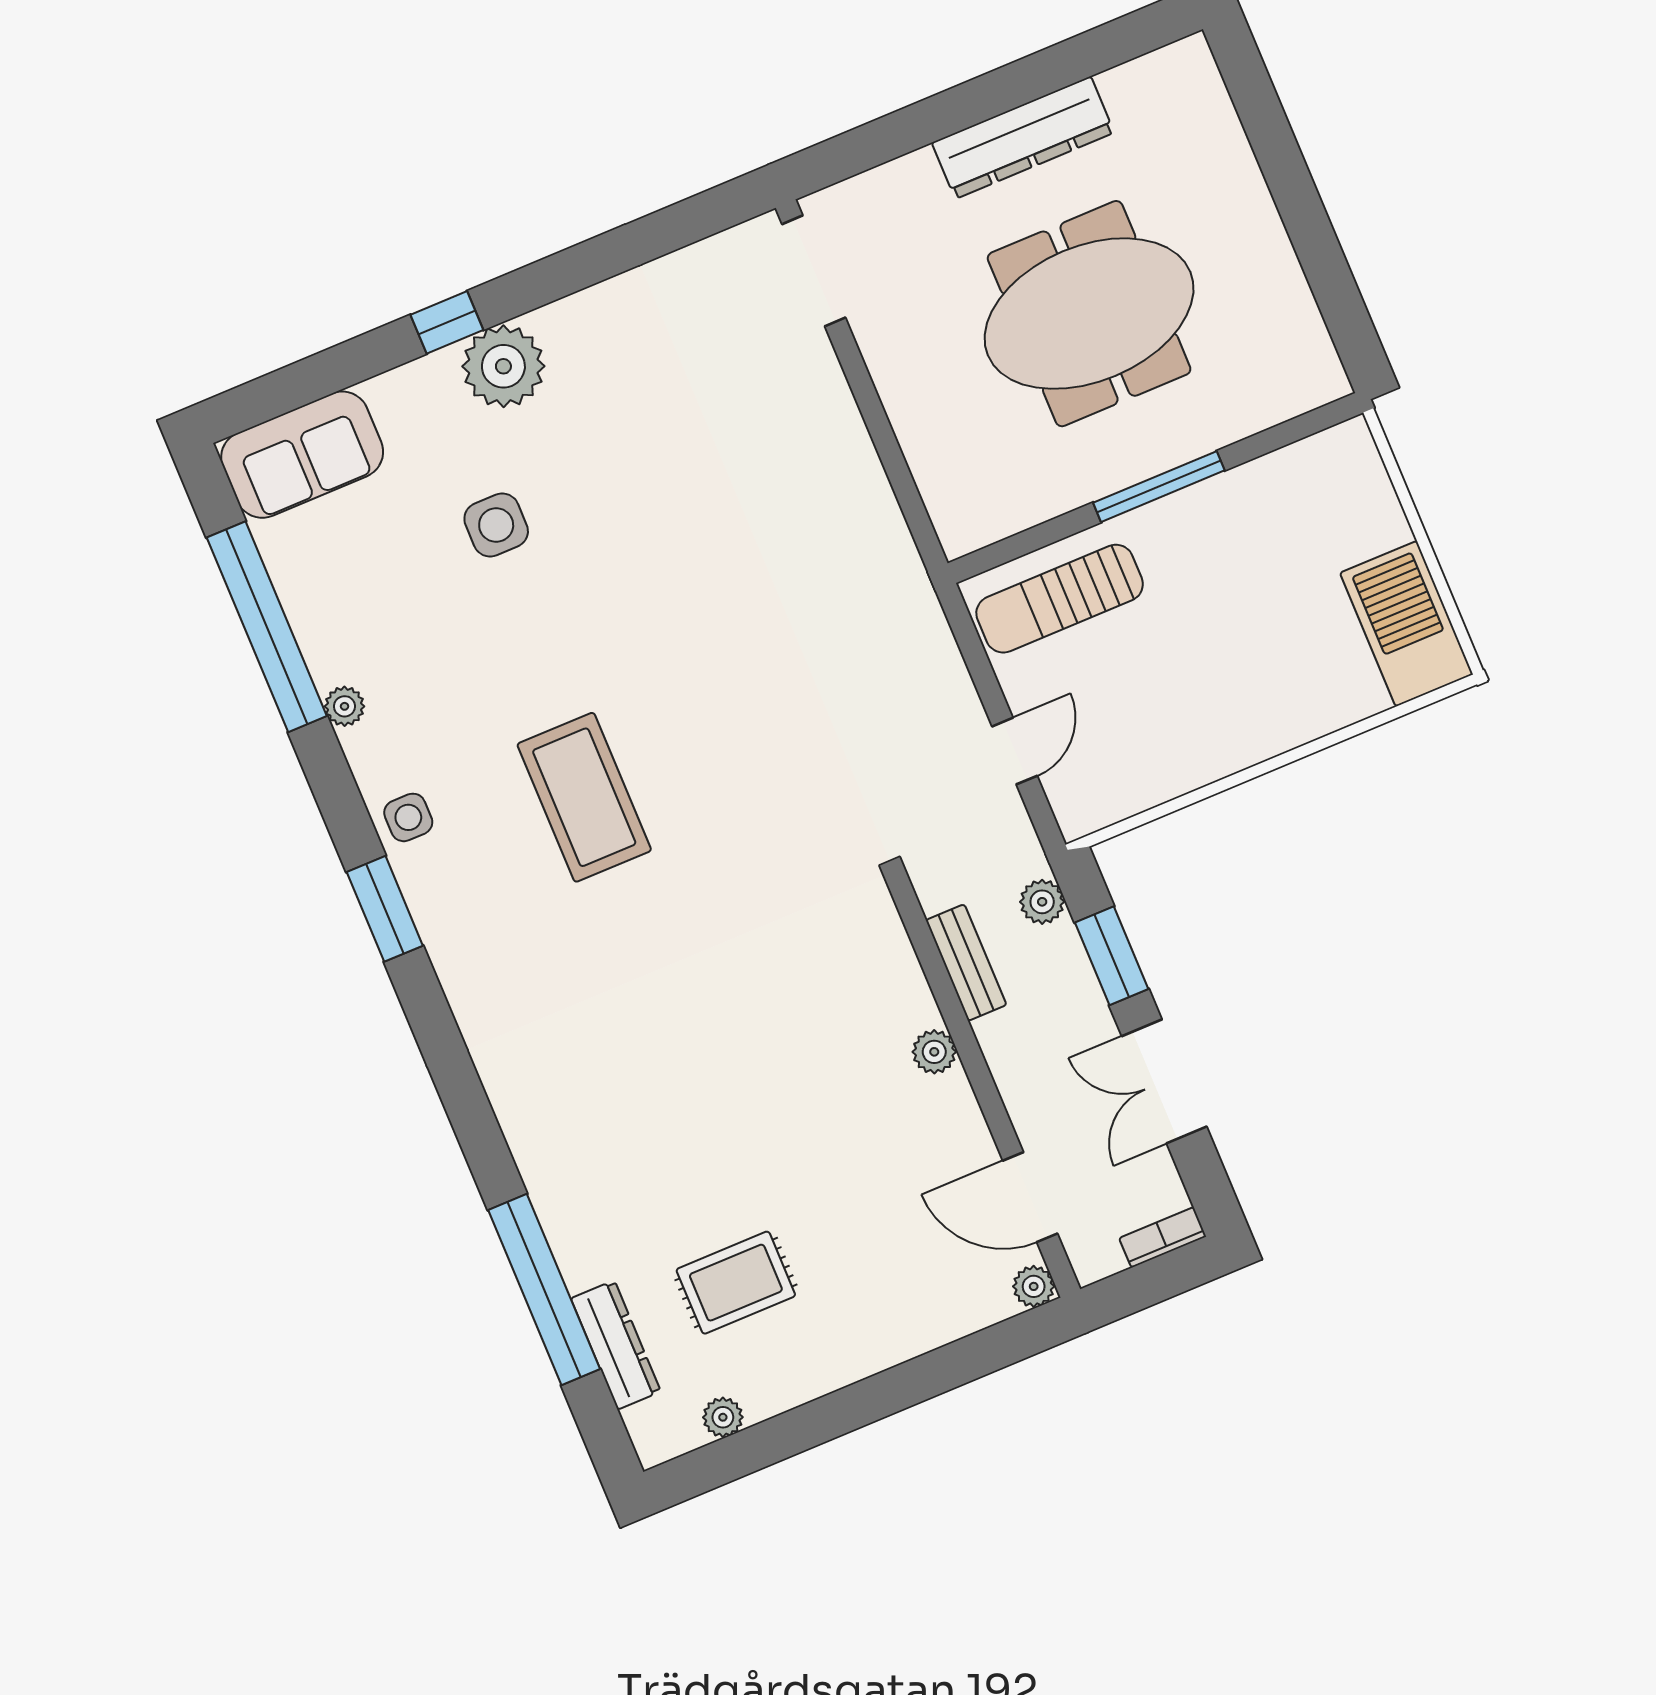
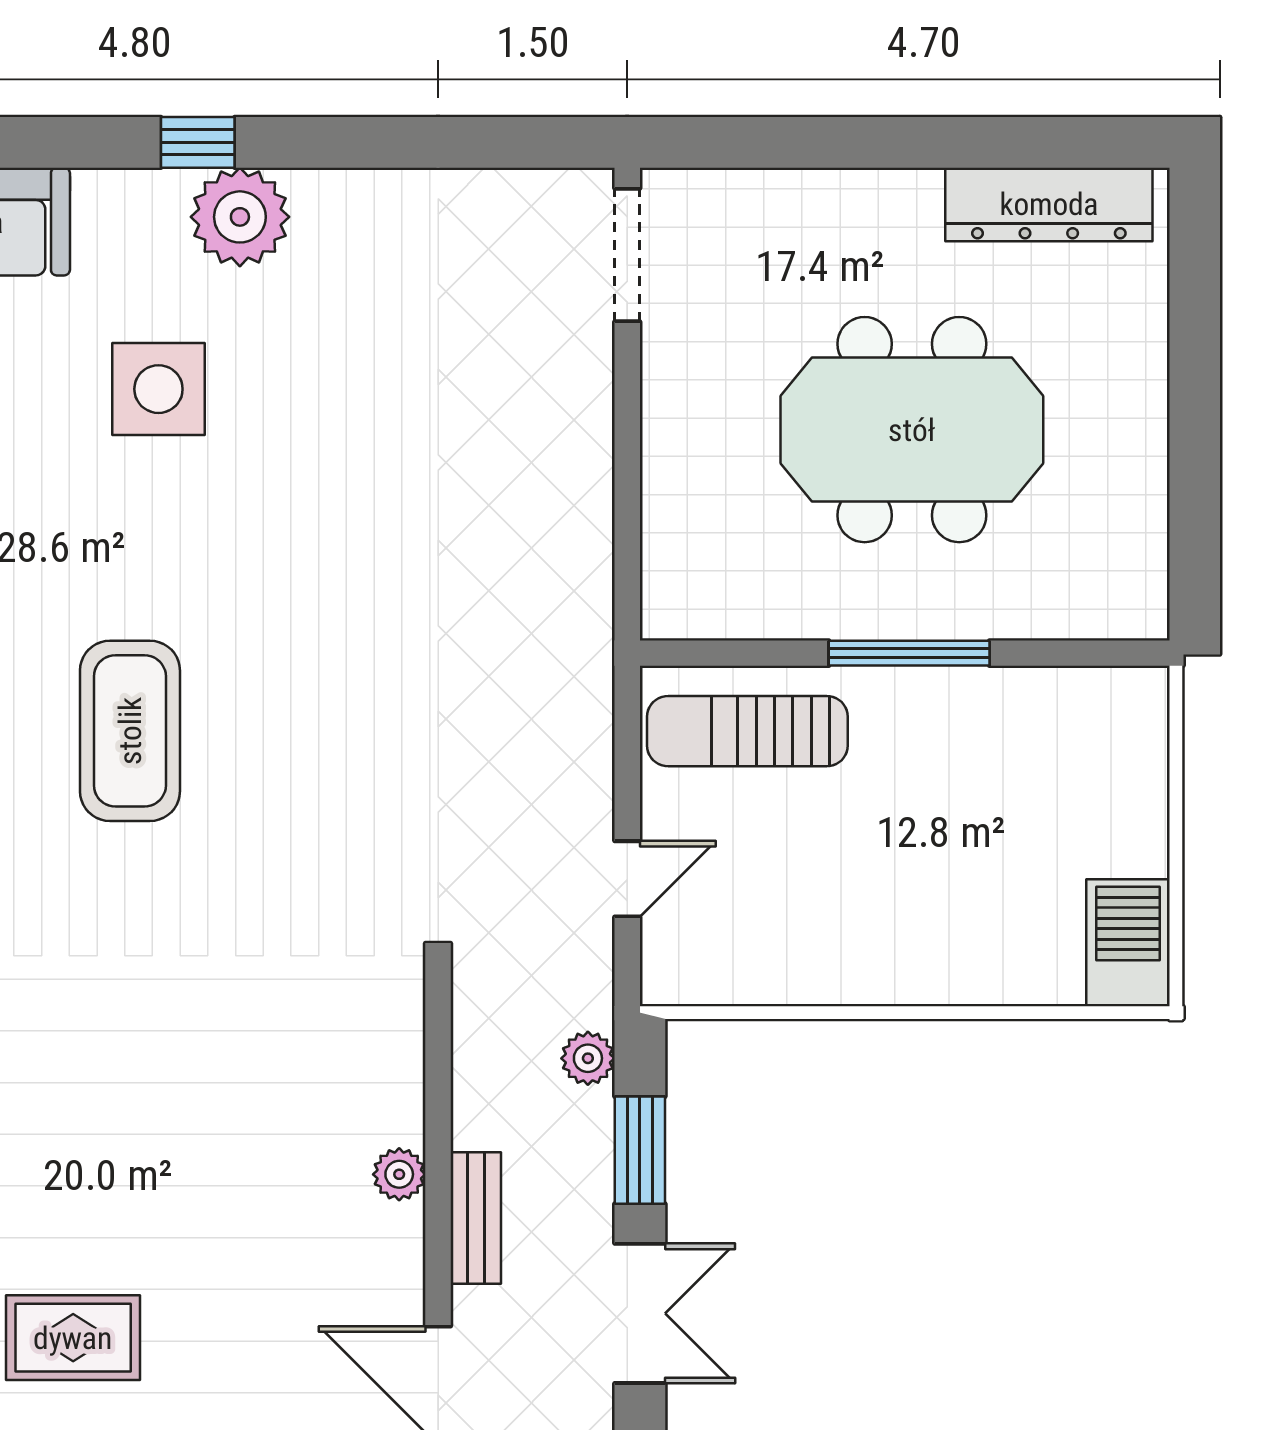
dresser: (1023, 138) -> (1049, 204), moved
side table: (496, 525) -> (158, 389), width x1.37, depth x1.37
barbecue: (1406, 624) -> (1128, 943), width x0.73, depth x0.83
bench: (966, 963) -> (476, 1218), moved
double door: (1164, 1081) -> (640, 1313), swing flipped

